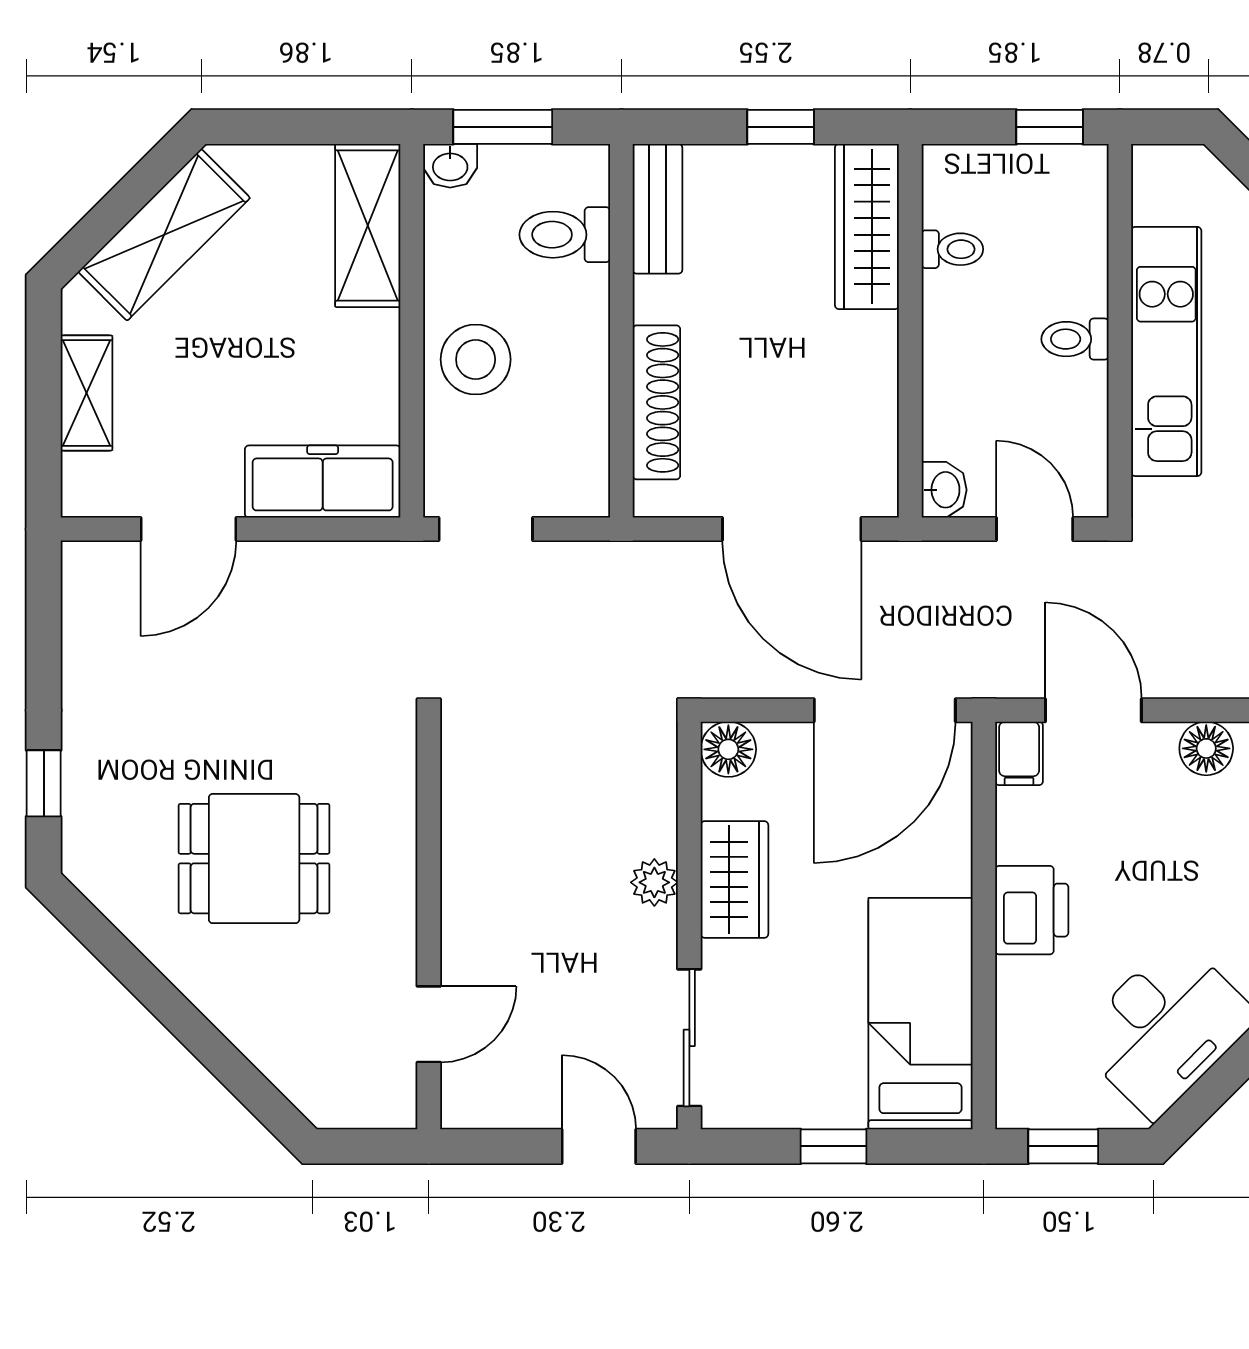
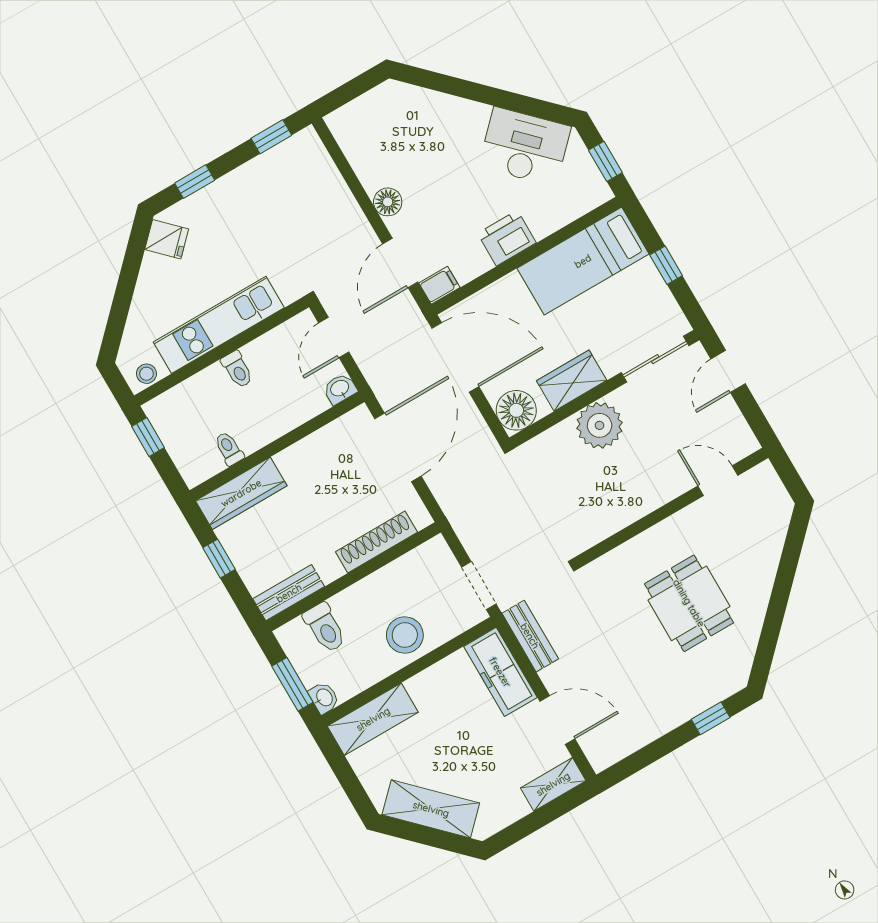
stool: (1155, 185) -> (146, 374), added
shelving: (86, 393) -> (553, 784), moved
bench: (353, 565) -> (530, 636), added
floor lamp: (728, 749) -> (516, 410), width x1.38, depth x1.38
plant: (654, 882) -> (600, 425), width x1.88, depth x1.88

